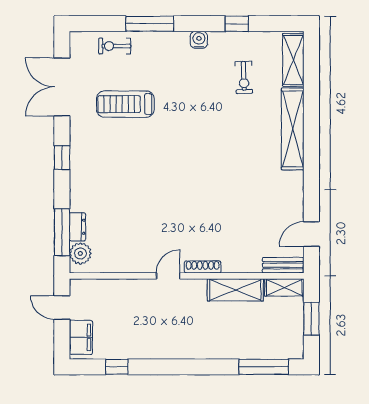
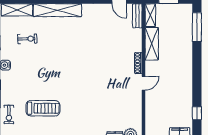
treadmill: (125, 104) -> (43, 108), turned -90
door: (168, 276) -> (144, 83), swing flipped

